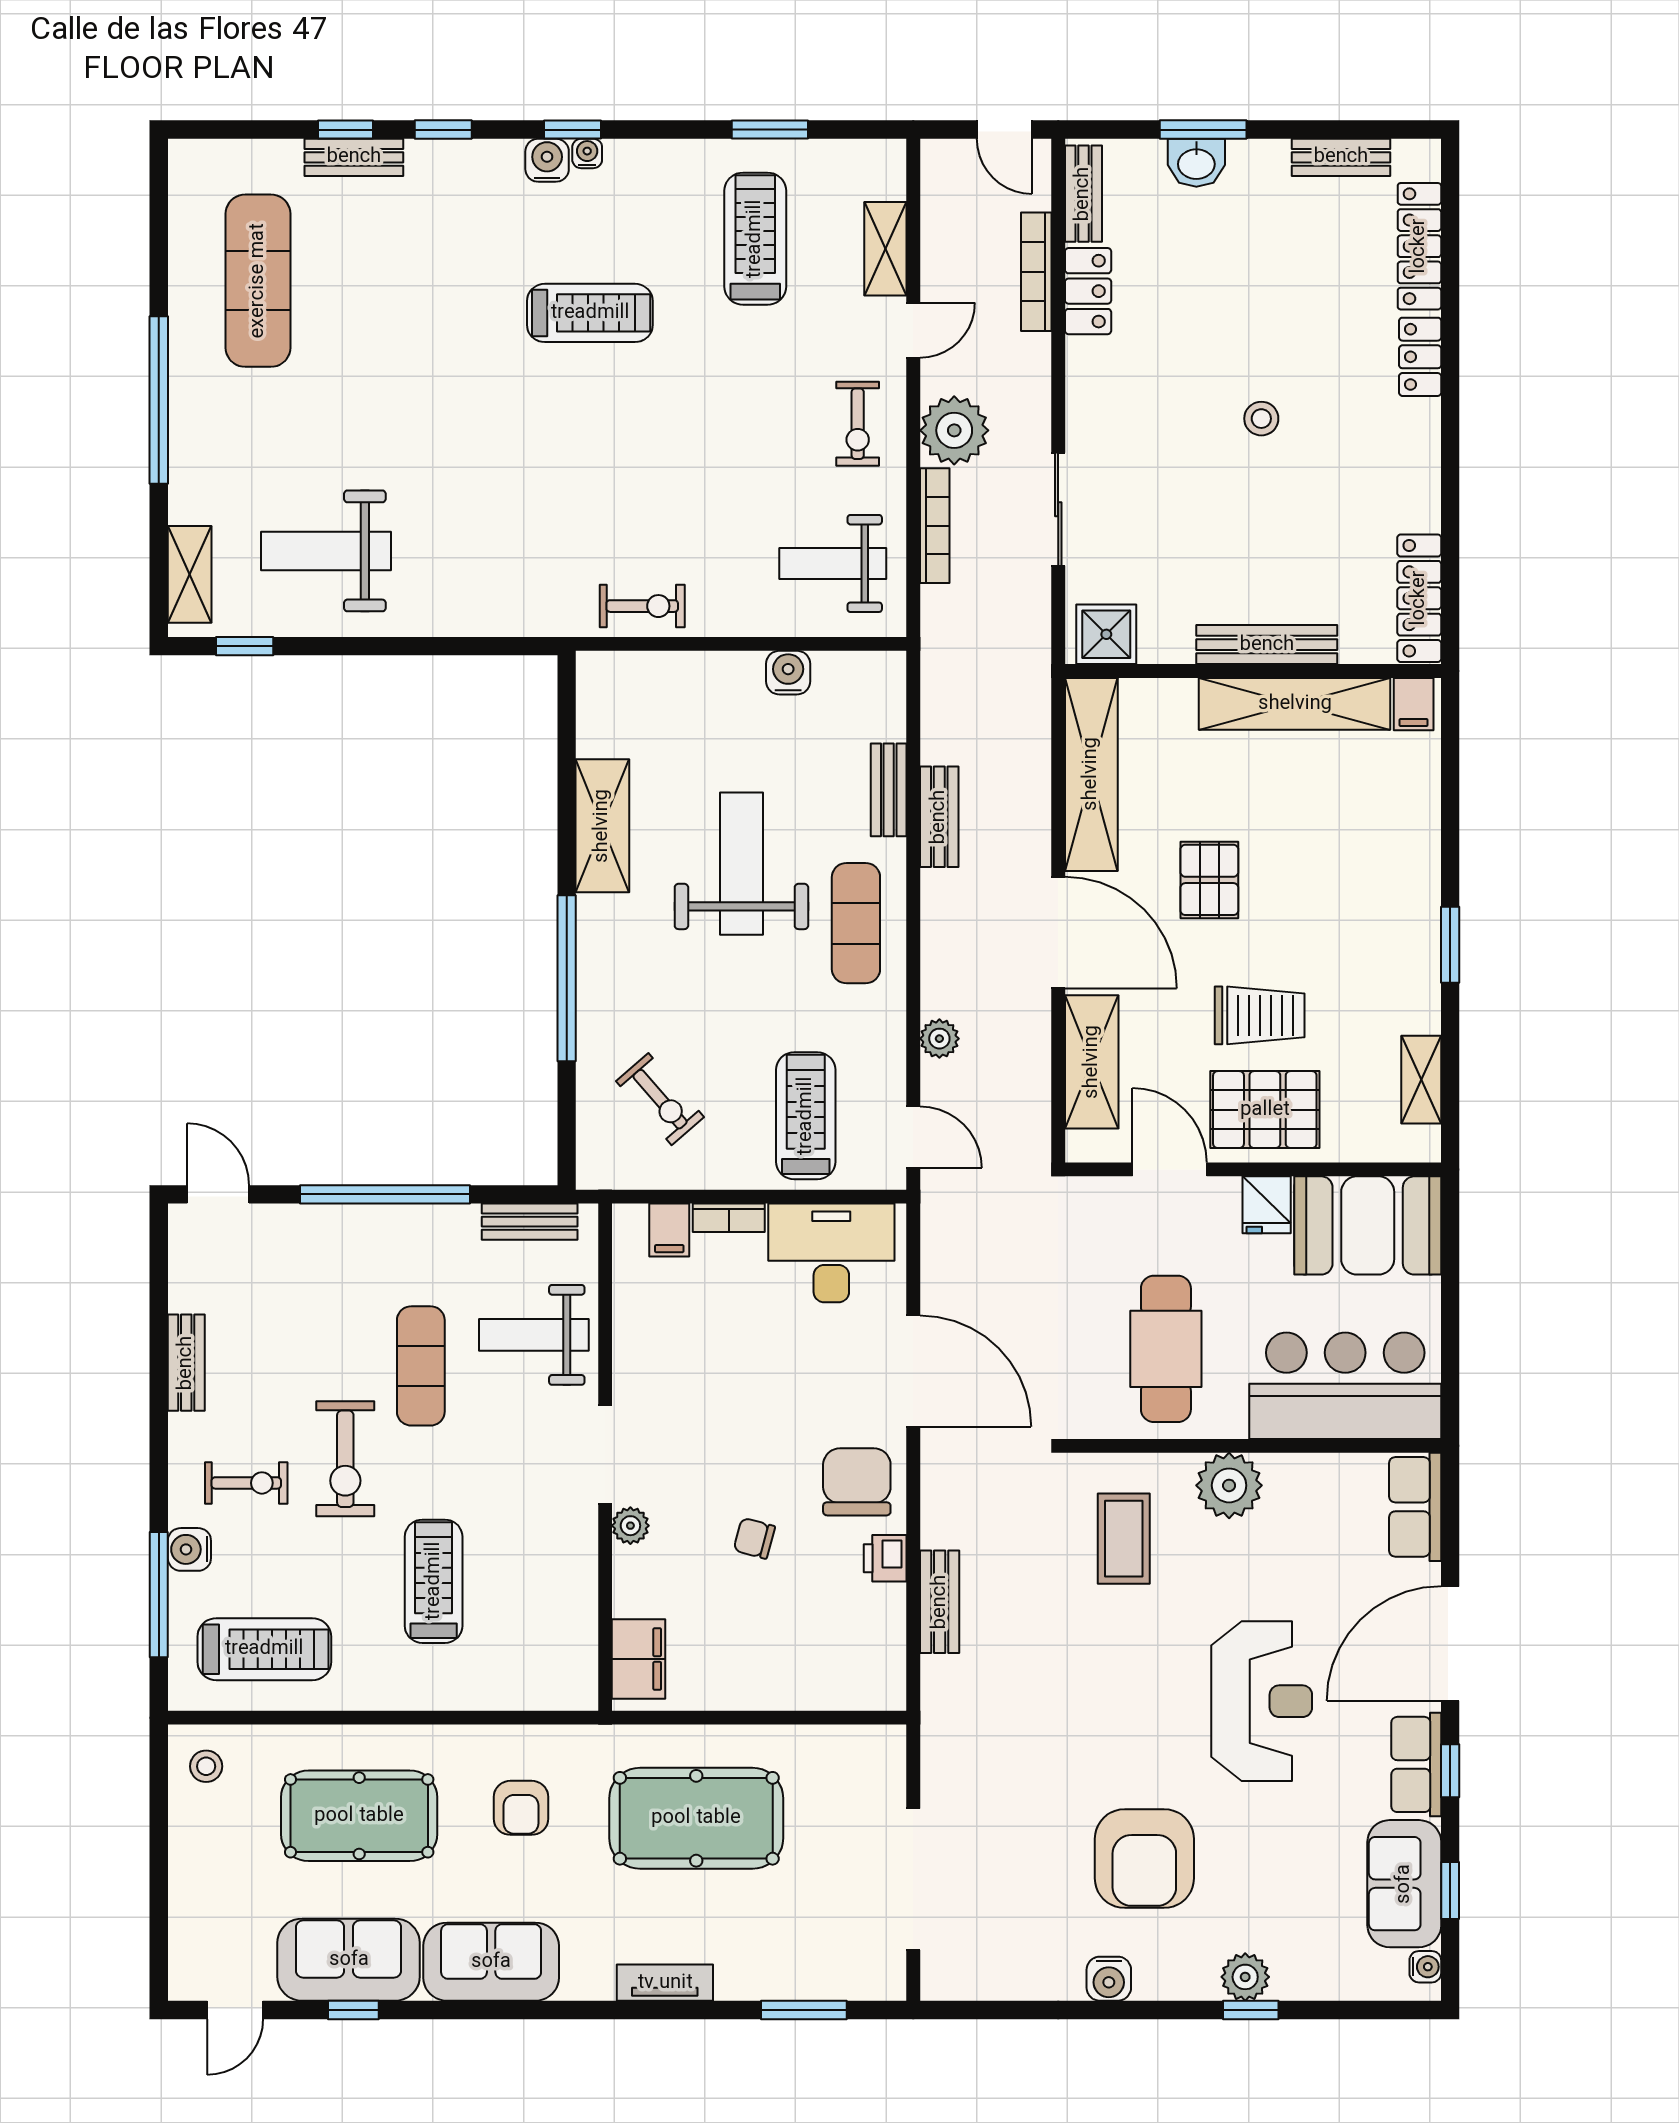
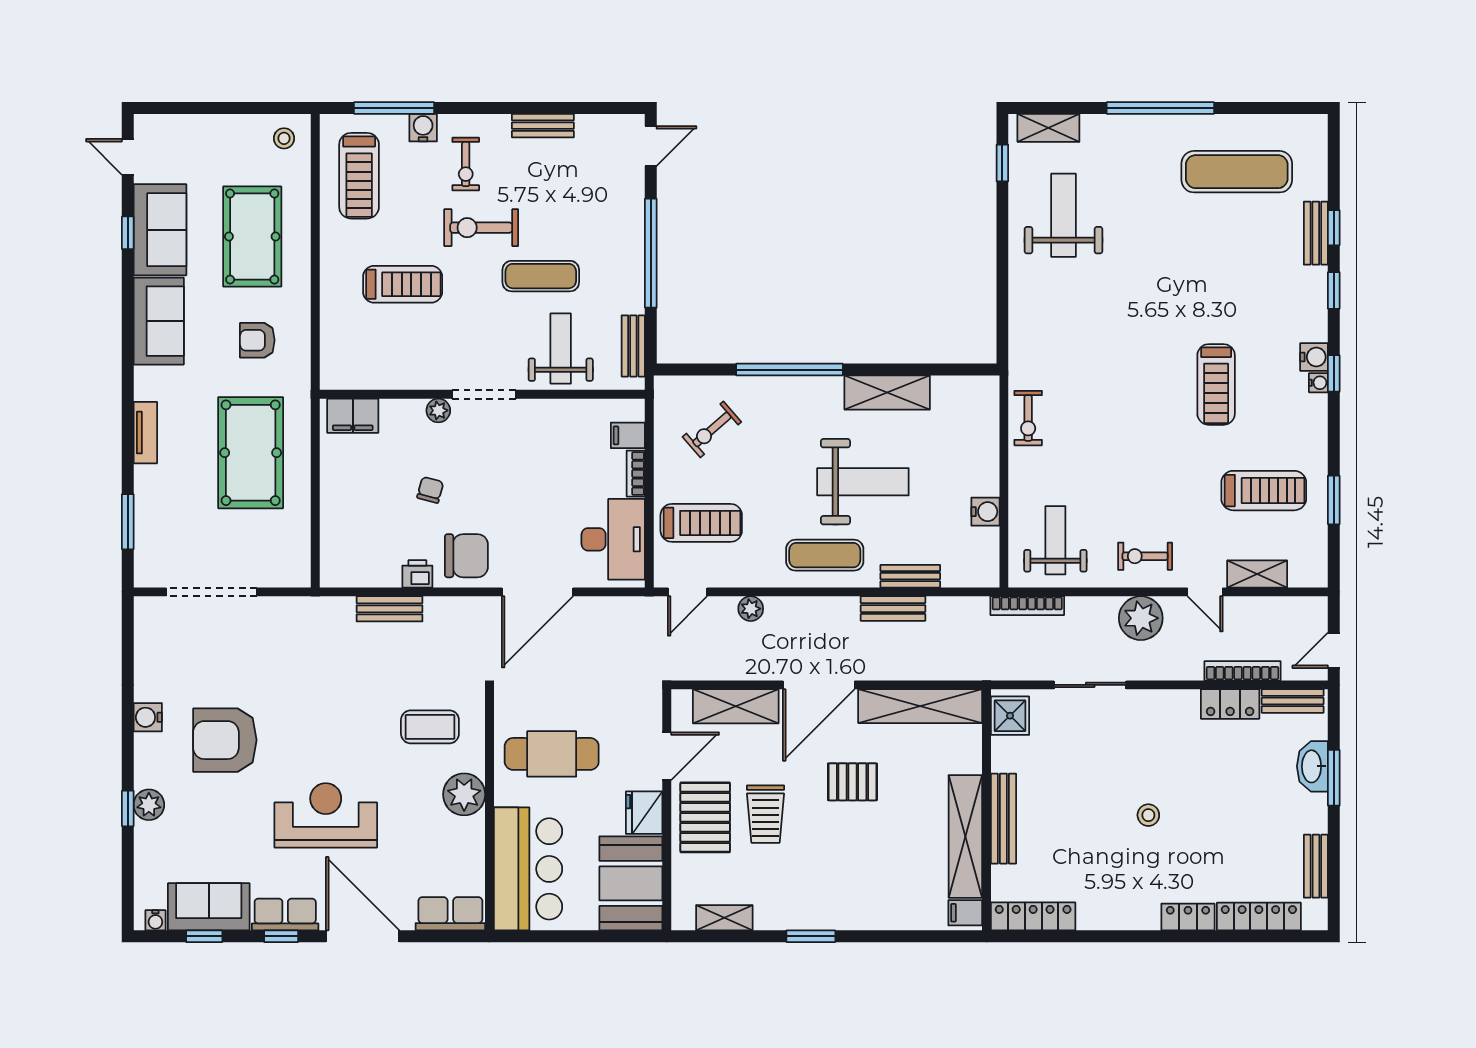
washbasin: (1196, 163) -> (1312, 766), width x1.38
bookcase: (935, 526) -> (1027, 606), moved
fridge: (1267, 1205) -> (644, 813), width x1.38
reception desk: (1262, 1701) -> (326, 815), turned 180

